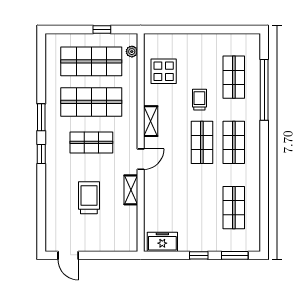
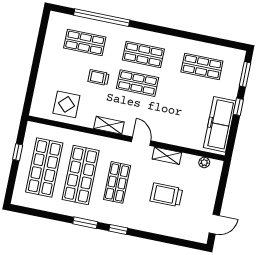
plant: (132, 52) -> (204, 162), moved
freezer: (162, 242) -> (220, 124), width x1.91, depth x1.26

